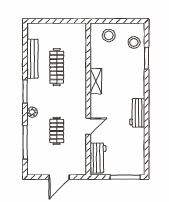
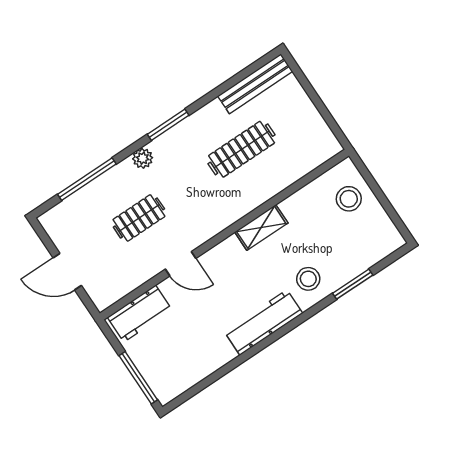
stool: (134, 42) -> (308, 279), moved
bench: (32, 59) -> (255, 84), moved
workbench: (137, 113) -> (264, 322), width x1.38

